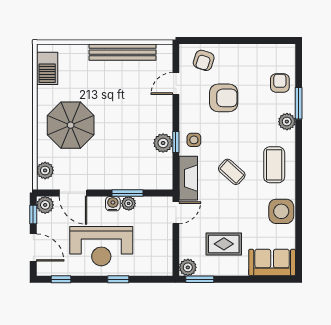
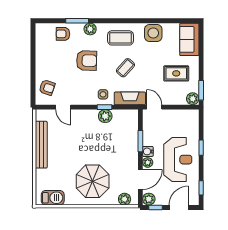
armchair: (224, 98) -> (87, 61), moved, turned 92
plant: (129, 203) -> (148, 162), moved
rug: (224, 244) -> (176, 73), turned 90

